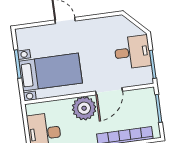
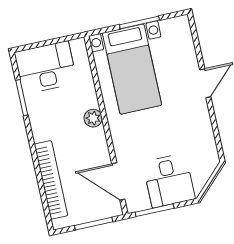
door: (109, 91) -> (118, 182), moved
plant: (84, 108) -> (93, 118), width x0.53, depth x0.53

